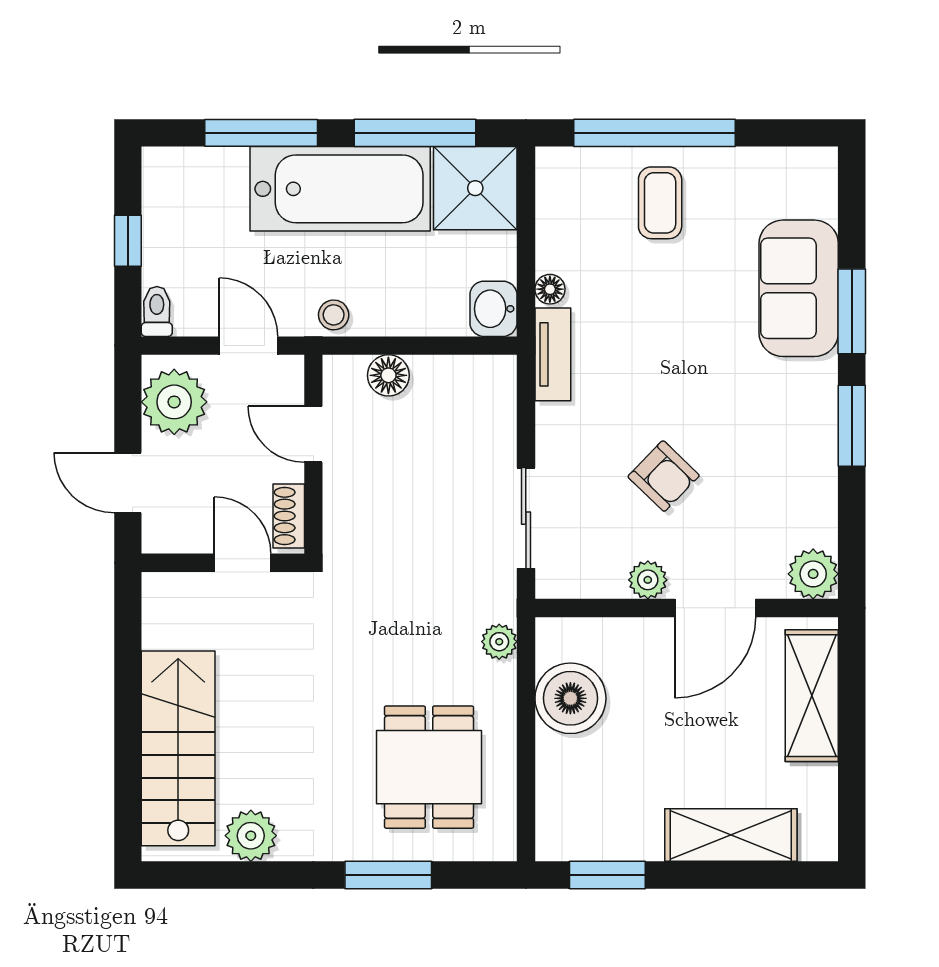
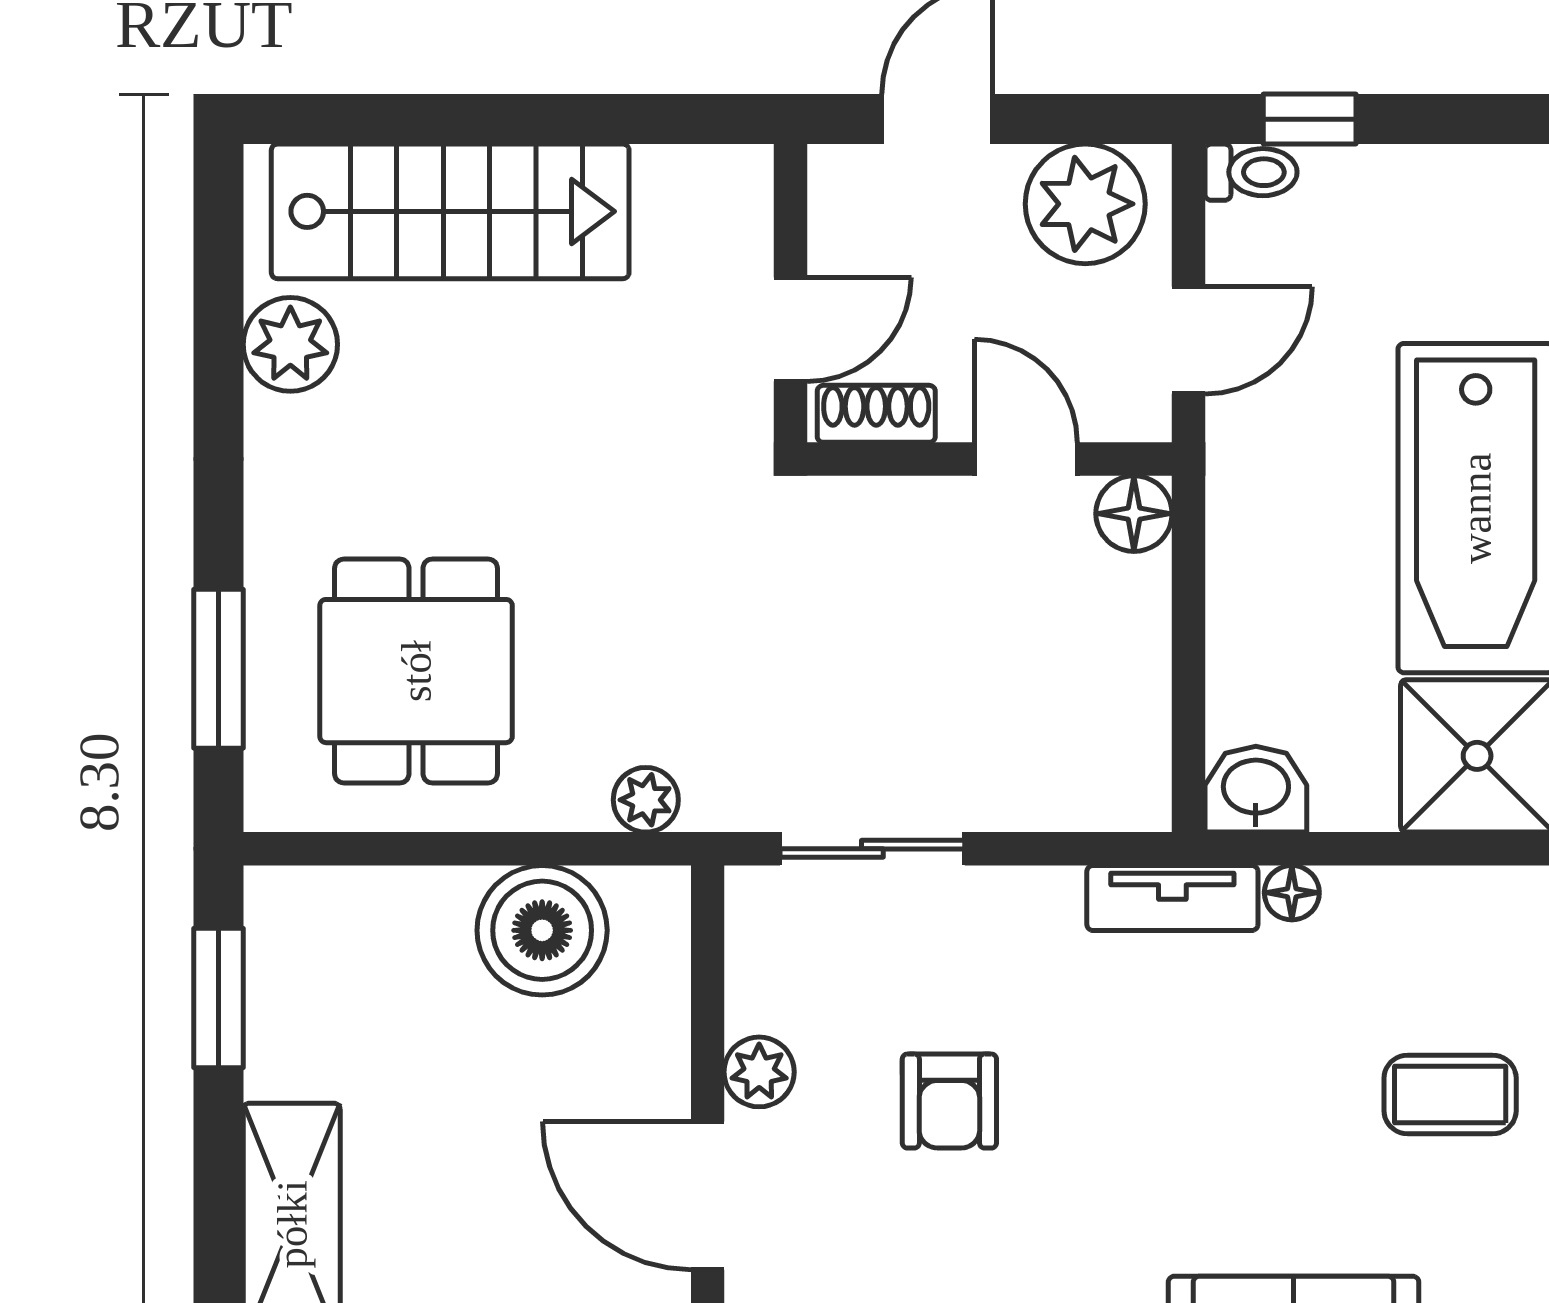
window: (128, 241) -> (1310, 119), moved
stool: (334, 315) -> (1245, 496), removed
floor lamp: (388, 375) -> (1134, 514), moved
door: (313, 434) -> (1026, 459), hinge flipped
armchair: (664, 476) -> (949, 1101), turned -44
dining table: (429, 767) -> (416, 671), turned 90
window: (388, 875) -> (218, 669), moved

